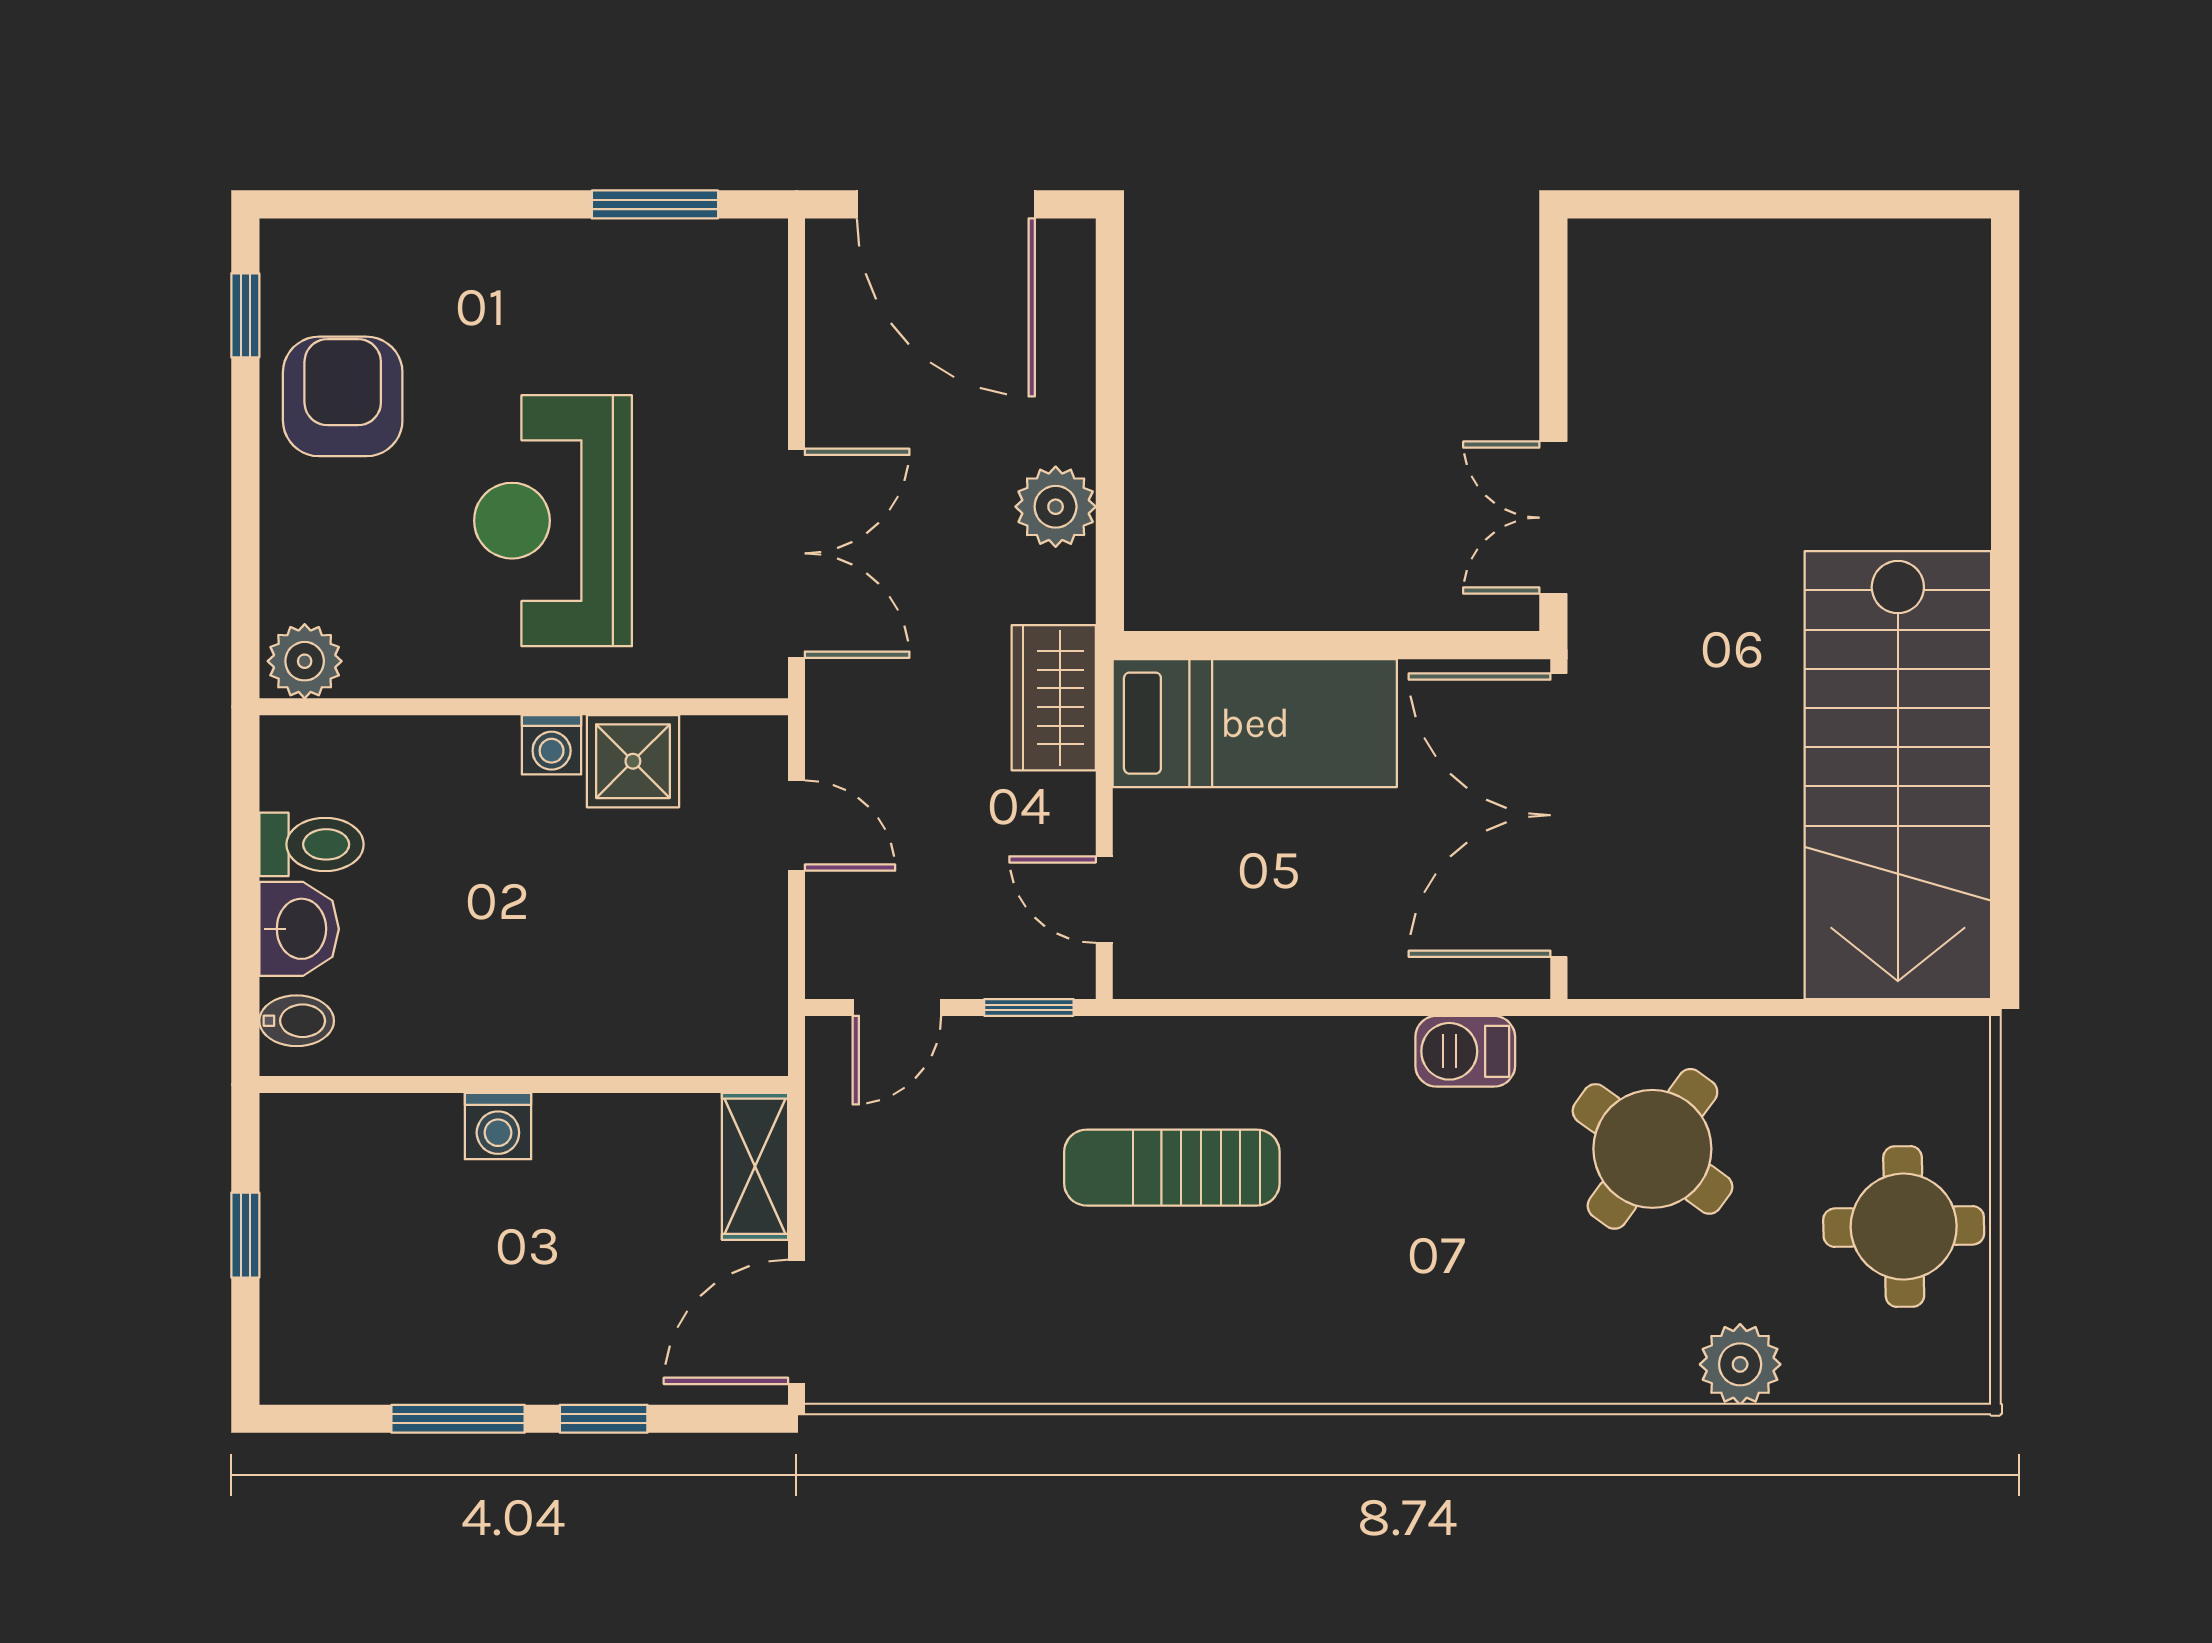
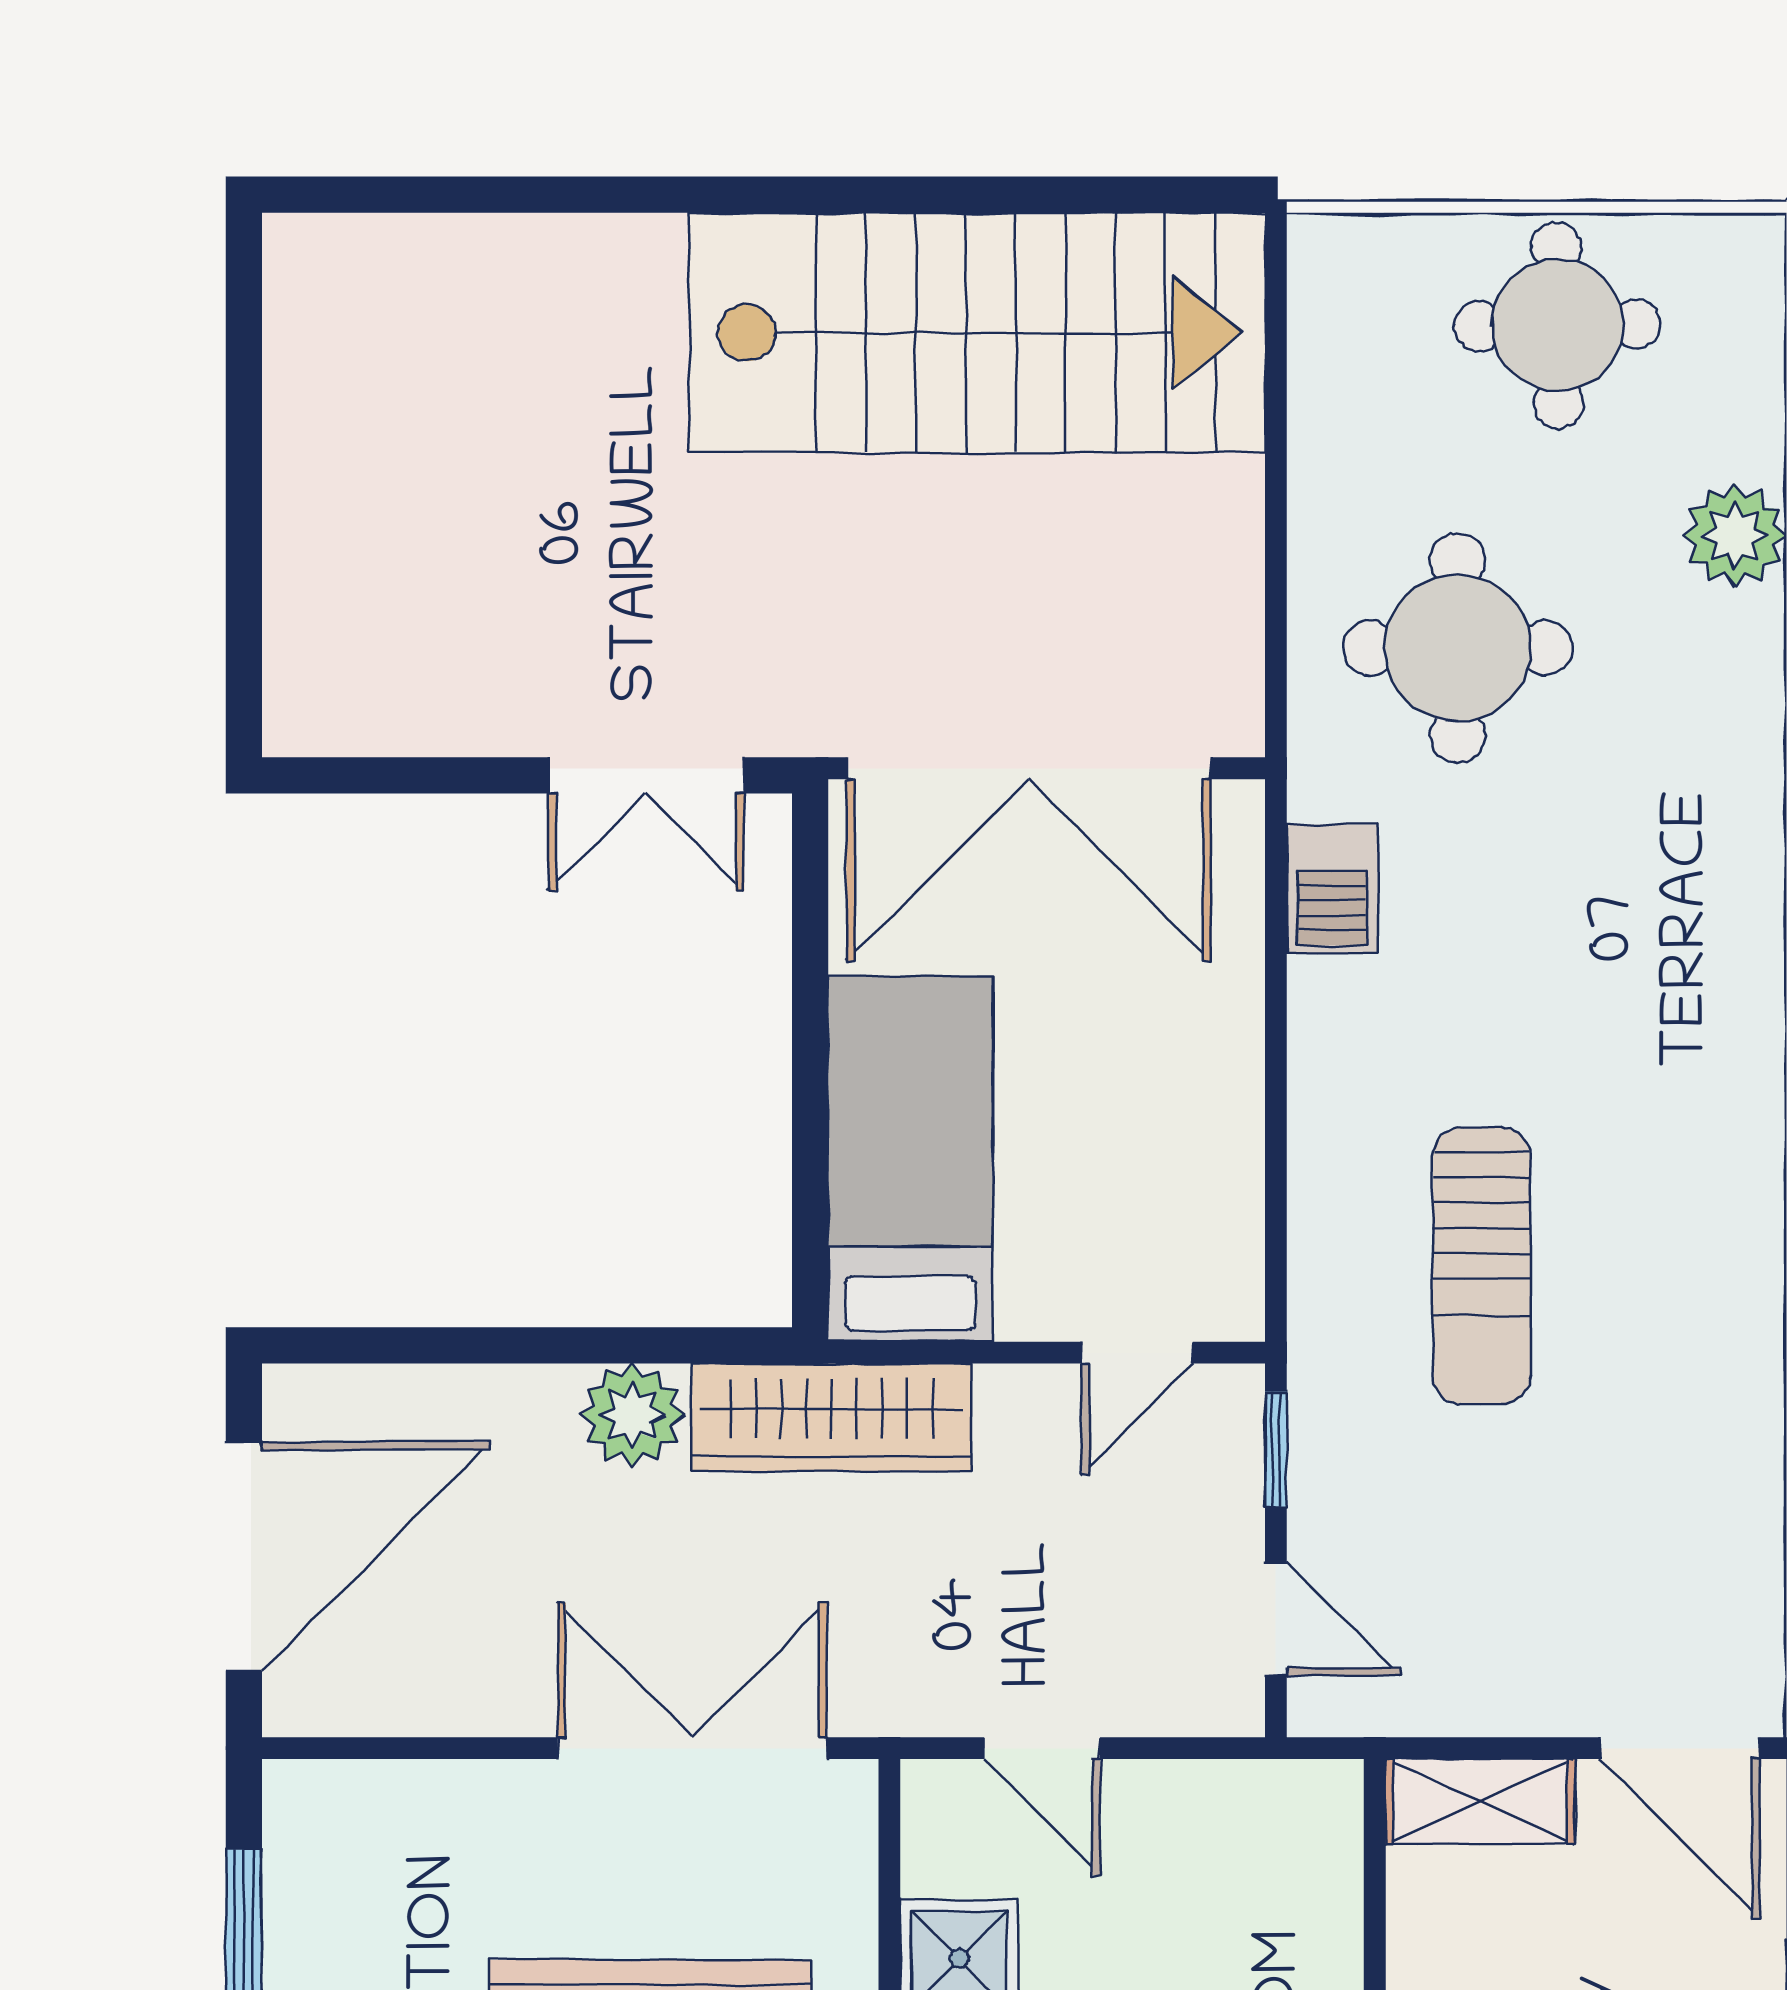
wardrobe: (1054, 698) -> (831, 1417), width x1.50
door: (796, 826) -> (1042, 1748), swing flipped
round table: (1652, 1149) -> (1458, 648), turned -36

